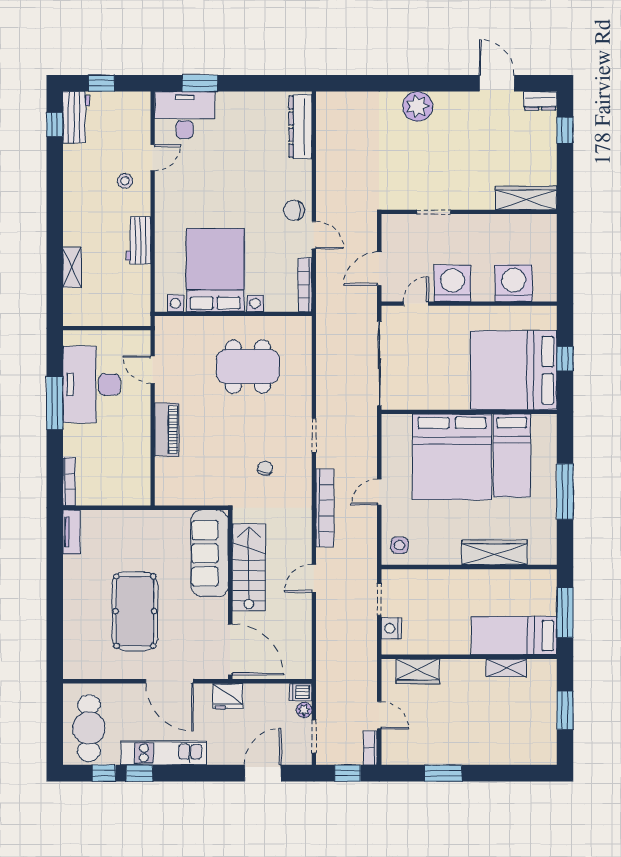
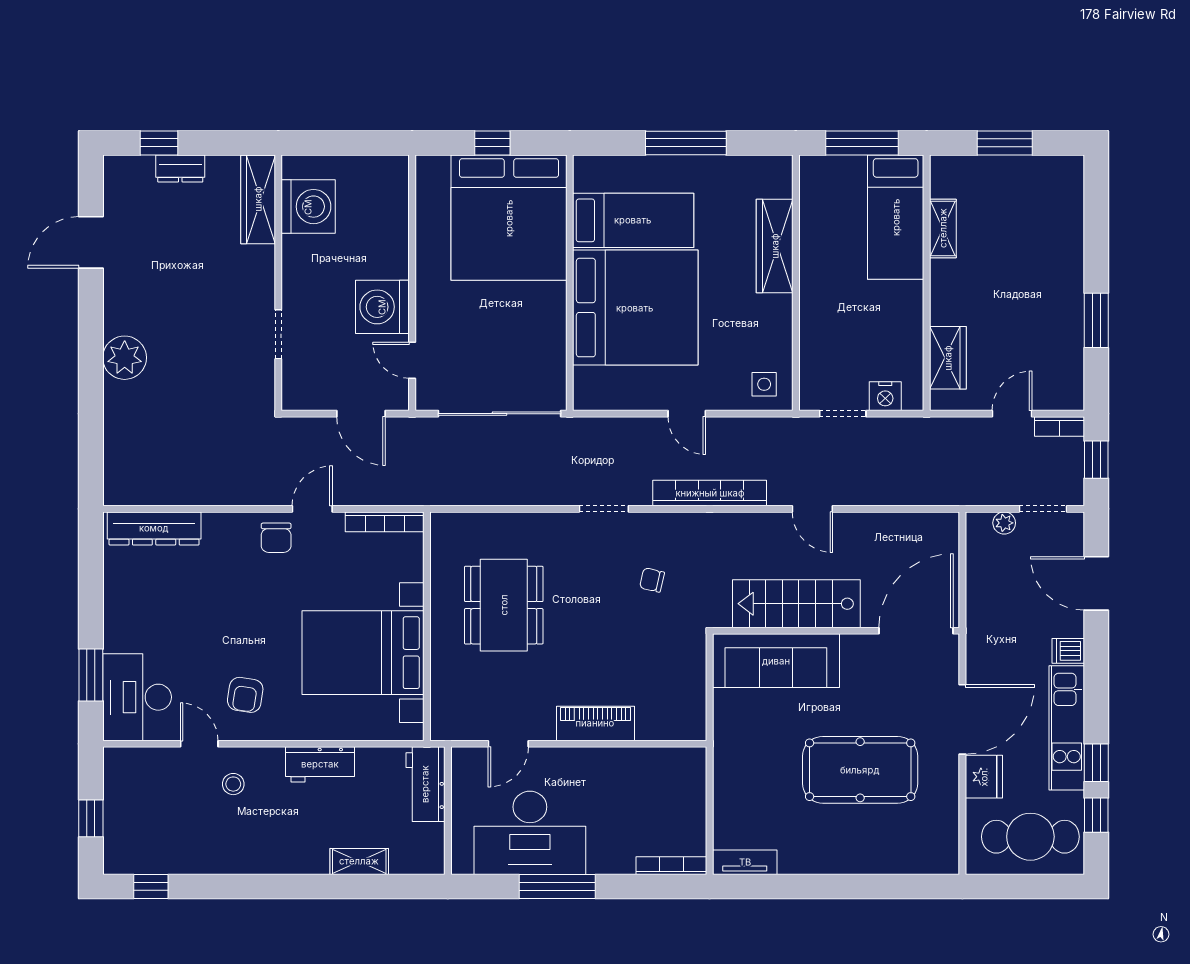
dresser: (540, 101) -> (180, 169), moved, turned 90
workbench: (76, 117) -> (425, 784), moved, turned -90
armchair: (186, 189) -> (245, 695), added
washing machine: (514, 283) -> (308, 207), moved, turned 180
dishwasher: (301, 692) -> (1068, 651), moved, turned 90
fridge: (228, 696) -> (984, 777), moved

